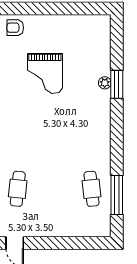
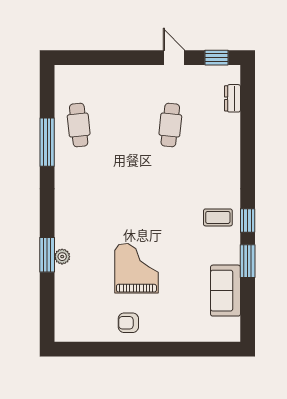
armchair: (15, 28) -> (128, 323), moved, turned 180
window: (117, 195) -> (47, 142), moved

